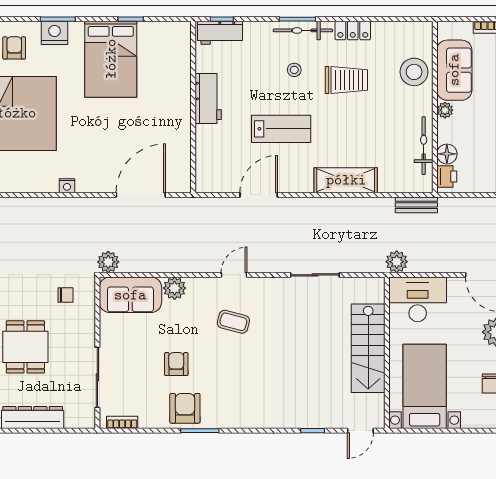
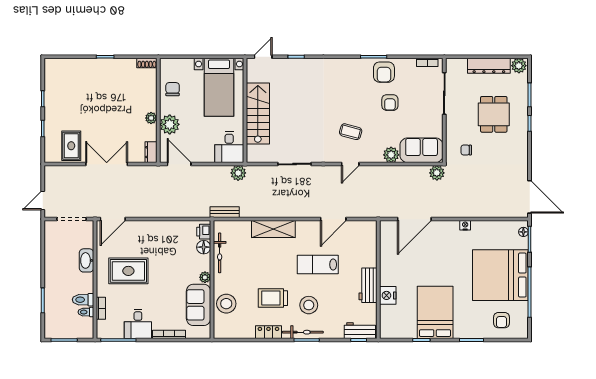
nightstand: (55, 33) -> (388, 295), moved, turned 90
stool: (294, 70) -> (309, 305), width x1.89, depth x1.89
desk: (418, 299) -> (229, 147), width x0.73

